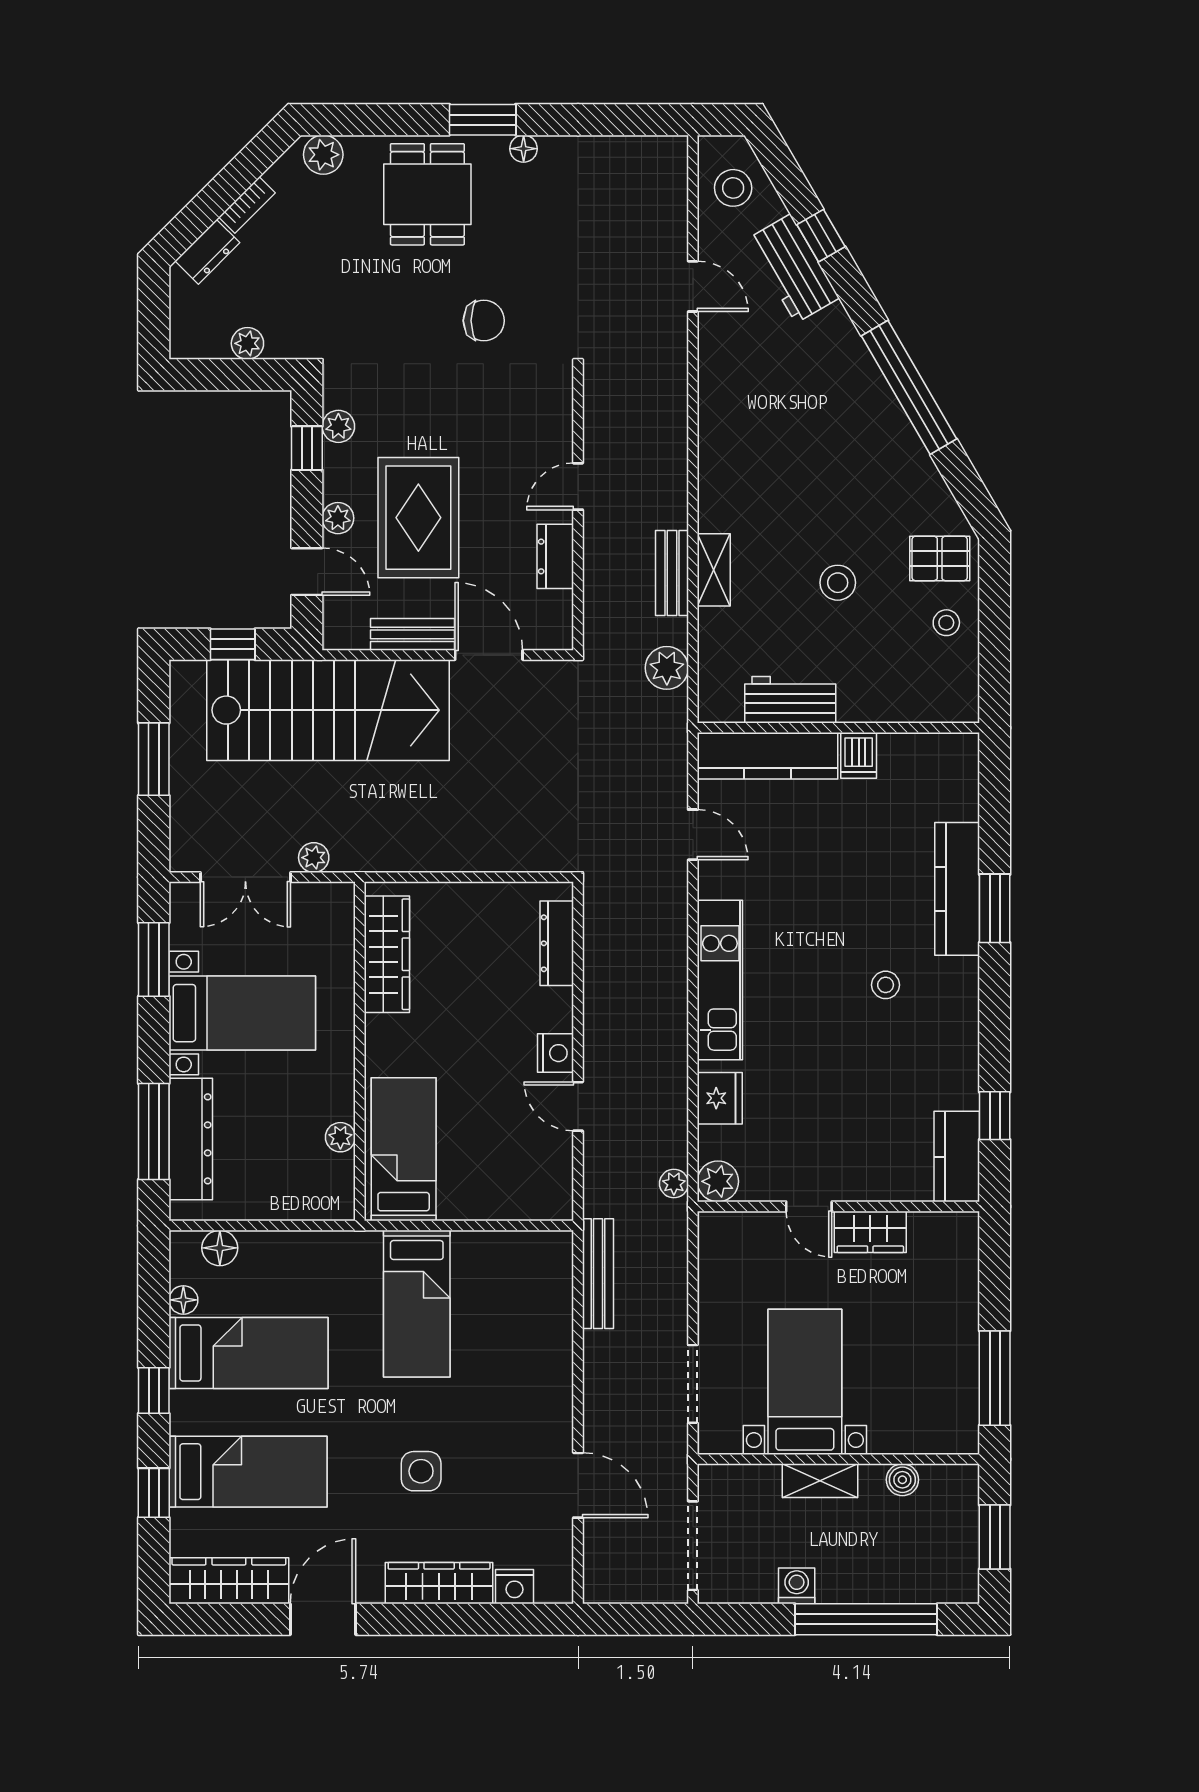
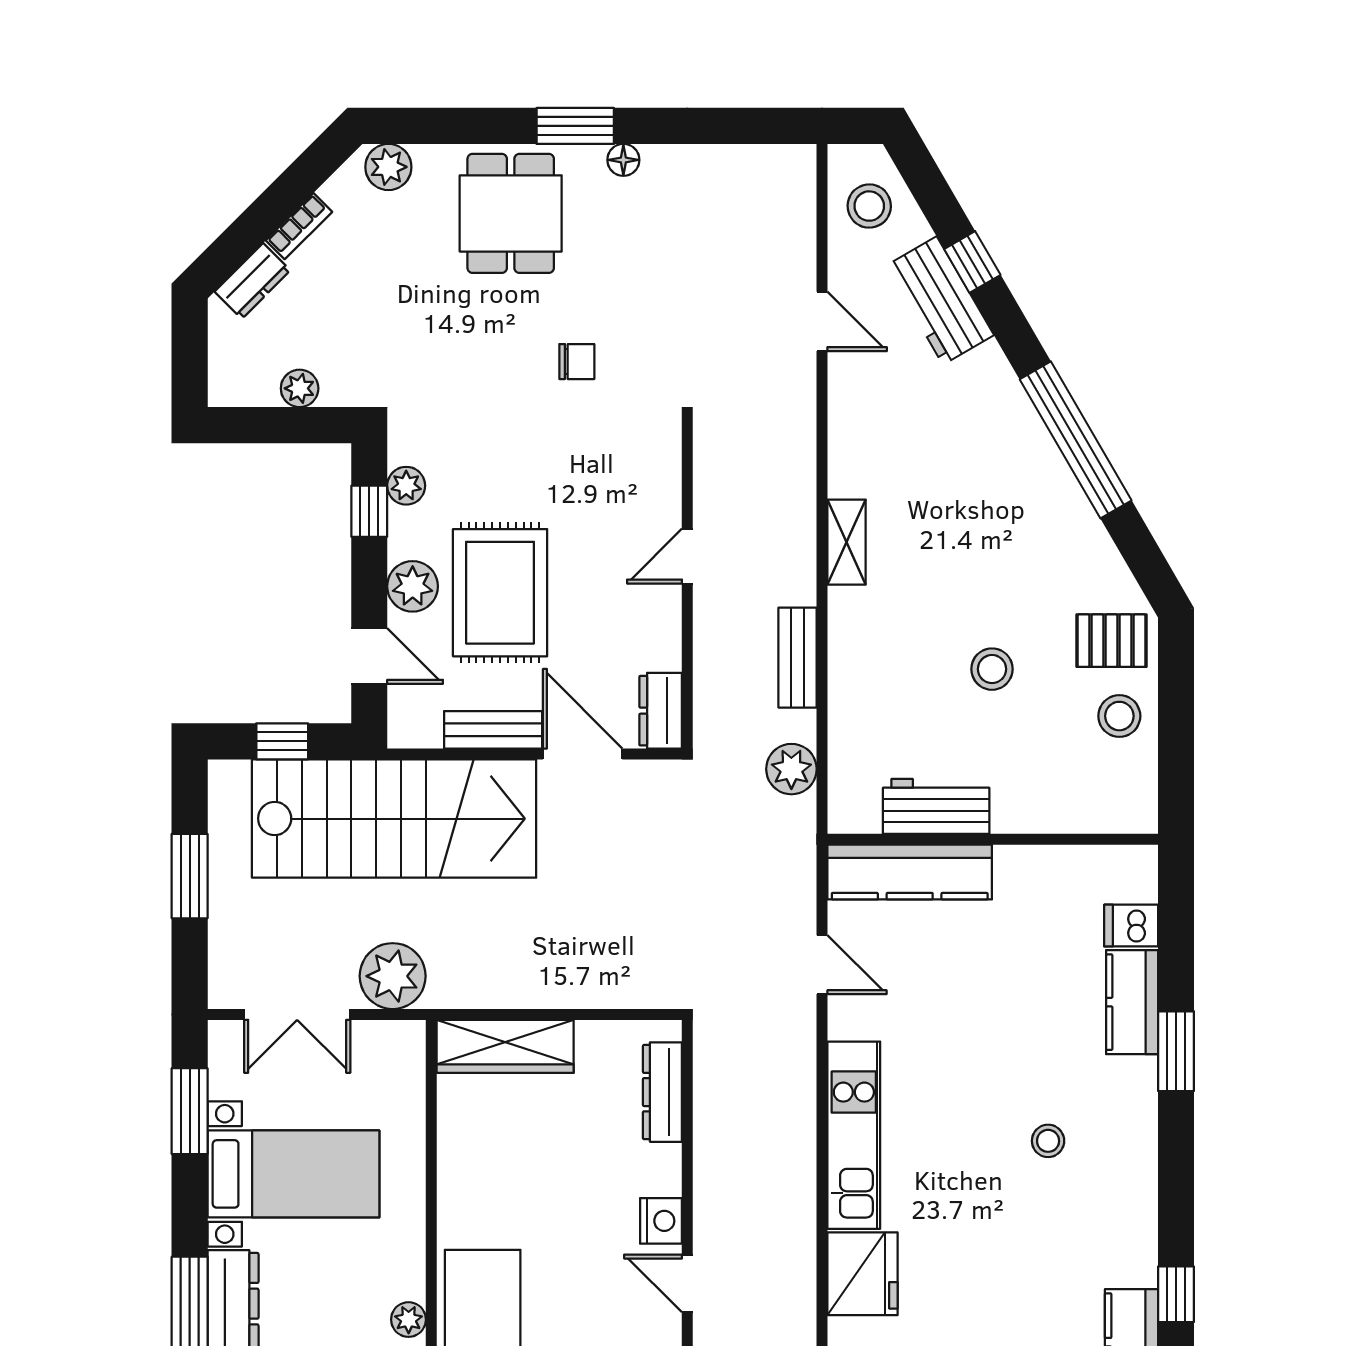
chair: (484, 321) -> (577, 362), width x0.73, depth x0.73
plant: (338, 518) -> (413, 586), width x1.38, depth x1.38
dresser: (555, 556) -> (661, 711), moved
shelving: (714, 570) -> (847, 542), moved
stool: (946, 623) -> (1119, 716), width x1.37, depth x1.37
dishwasher: (859, 755) -> (1131, 926), moved, turned 90
plant: (314, 858) -> (393, 976), width x1.88, depth x1.88
kitchen counter: (957, 889) -> (1132, 1002), width x0.67
wardrobe: (387, 954) -> (505, 1046), moved, turned 90
fridge: (720, 1098) -> (863, 1274), width x1.36, depth x1.34

